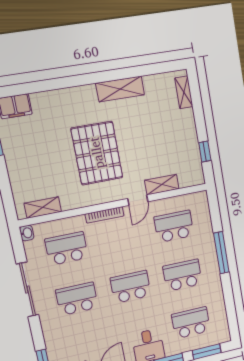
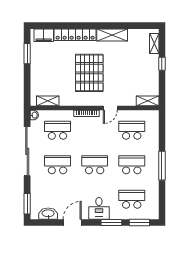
locker: (64, 98) -> (75, 35), added
window: (205, 152) -> (162, 64), moved
shelving: (162, 185) -> (148, 101), moved
window: (221, 253) -> (162, 166), moved
sliding door: (27, 289) -> (27, 151), width x1.36

